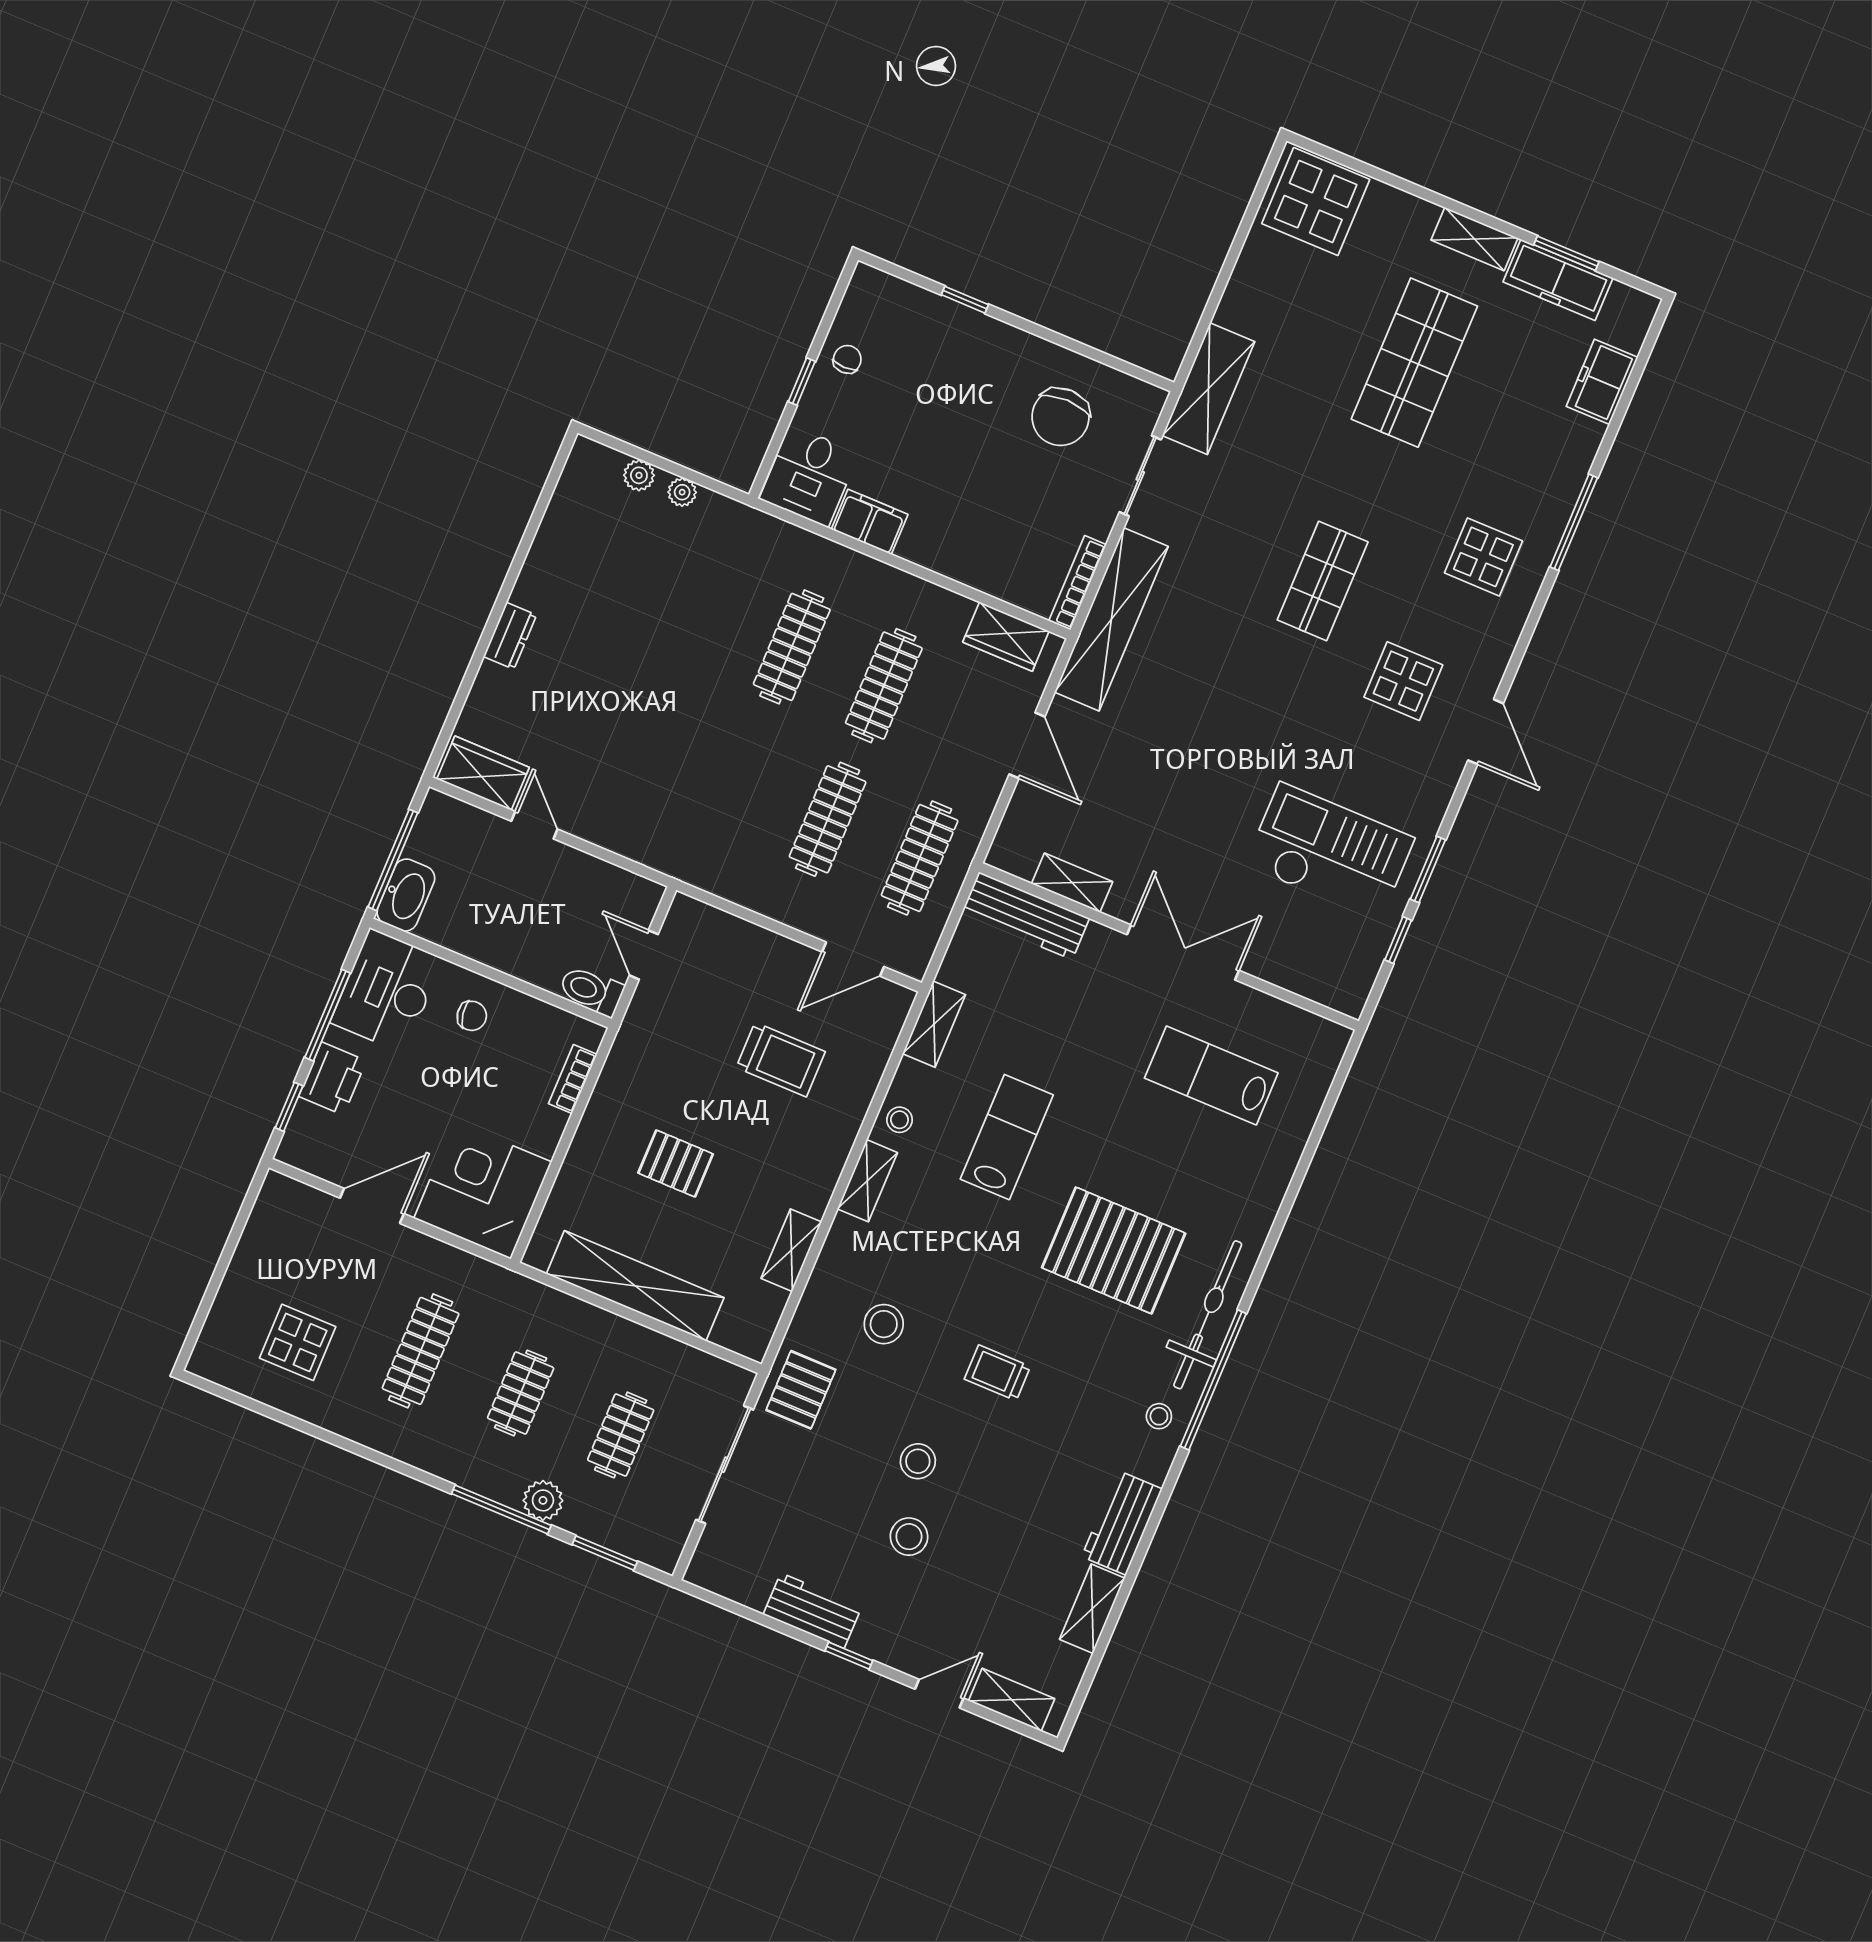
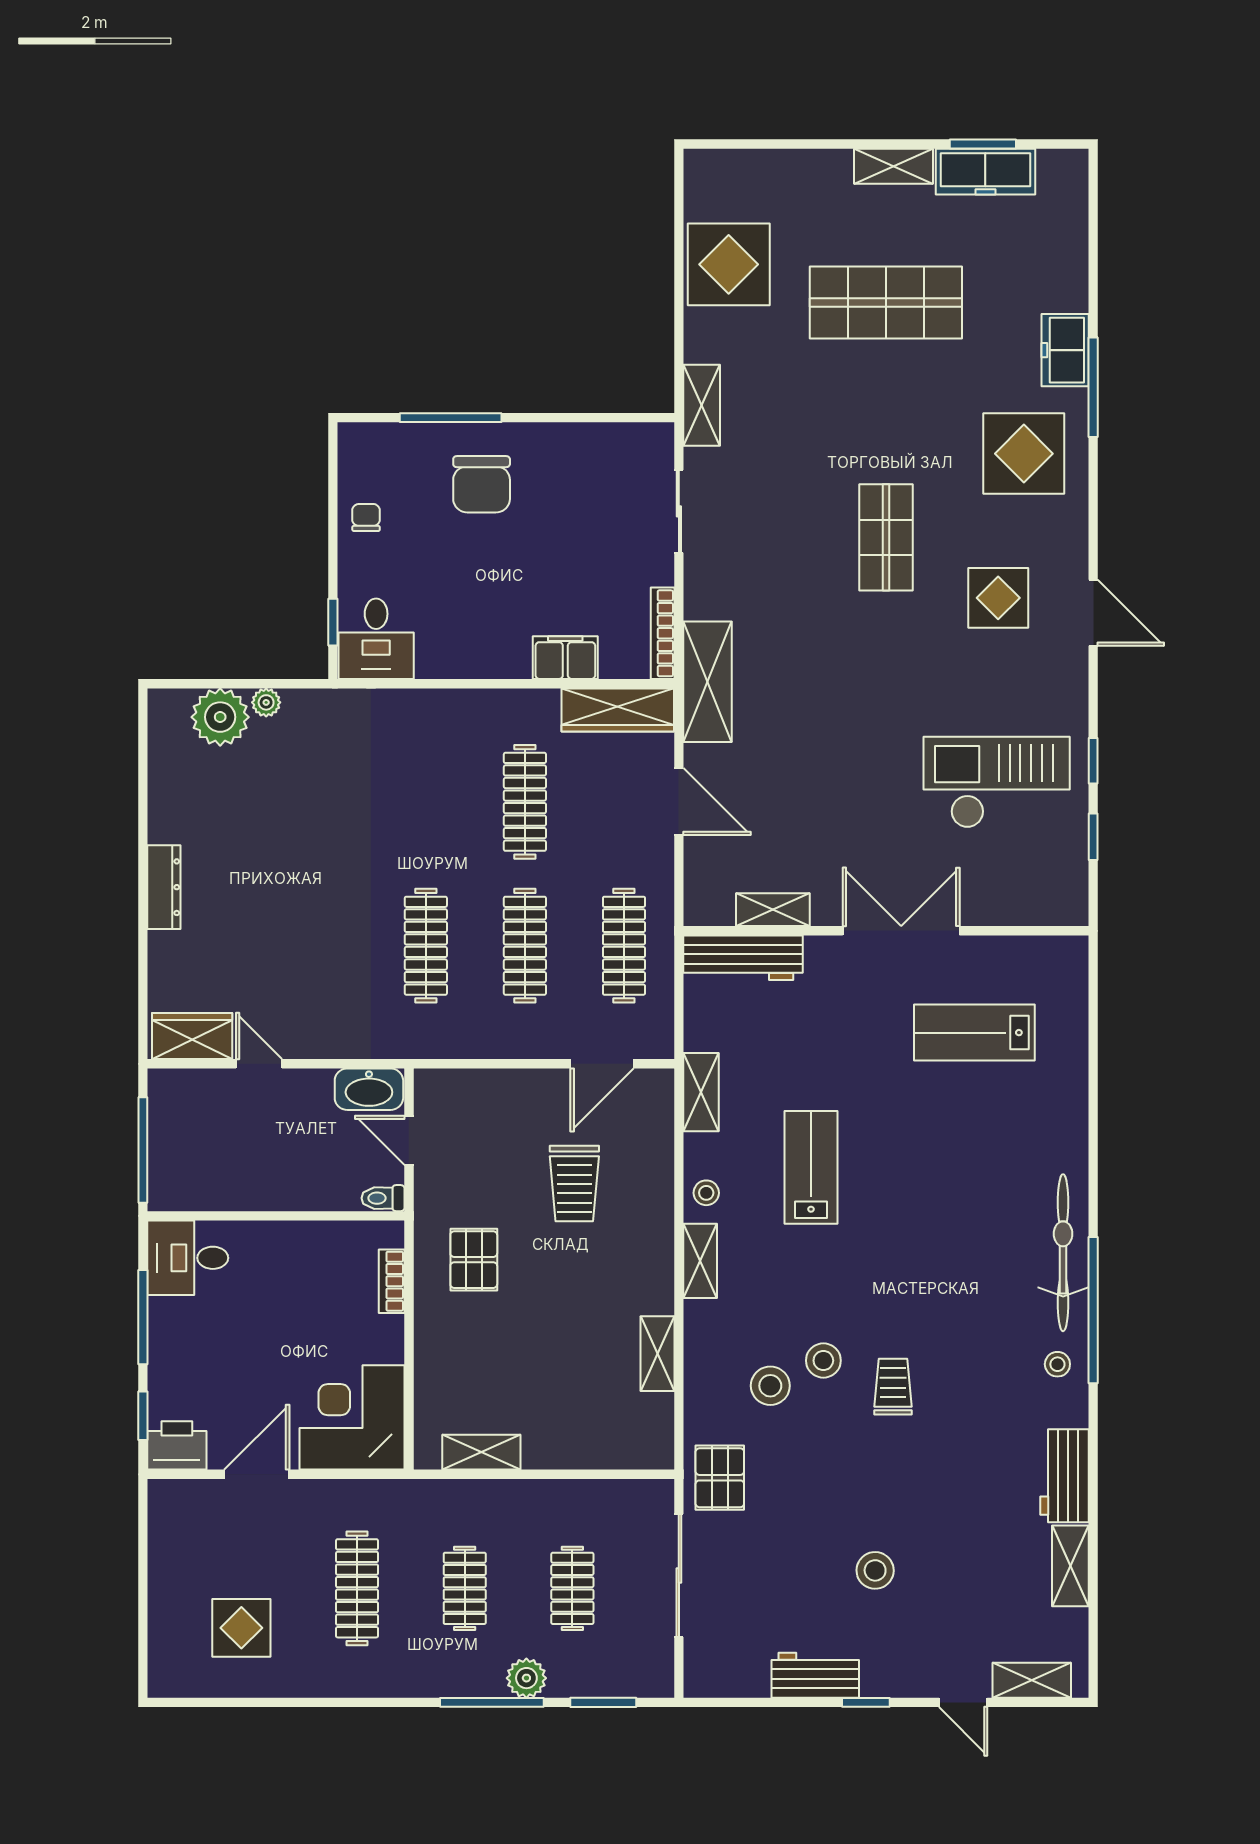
display table: (1316, 201) -> (729, 264), moved
window: (965, 300) -> (451, 418), width x2.17
shop shelf: (1414, 363) -> (886, 302), turned 90
window: (802, 382) -> (333, 622), moved
freezer: (1602, 382) -> (1065, 350), moved
shelving: (1209, 389) -> (702, 405), width x0.67, depth x0.75
chair: (1061, 417) -> (482, 484), moved
plant: (639, 475) -> (220, 717), width x1.88, depth x1.88
filing cabinet: (870, 522) -> (565, 658), moved
display table: (1483, 557) -> (1024, 454), width x1.36, depth x1.36
shelving: (1111, 619) -> (708, 682), width x0.68
dresser: (510, 636) -> (164, 887), width x1.44
wardrobe: (1006, 637) -> (618, 710), width x1.50
clothes rail: (792, 647) -> (426, 946), moved
window: (1428, 869) -> (1093, 761), width x0.67
washbasin: (406, 895) -> (369, 1089), moved, turned 90
desk: (387, 991) -> (188, 1258), width x0.73
toilet: (591, 991) -> (383, 1198), width x0.73, depth x0.72
chair: (472, 1016) -> (275, 1262), removed
trolley: (781, 1060) -> (574, 1183), turned 90
printer: (333, 1078) -> (177, 1445), moved, turned -90
pallet: (676, 1164) -> (474, 1260), moved, turned 90
pallet: (1114, 1250) -> (952, 1230), removed
shelving: (635, 1286) -> (481, 1452), width x0.45, depth x0.75
trolley: (997, 1373) -> (893, 1387), turned 90
stool: (918, 1461) -> (823, 1361), moved
door: (939, 1694) -> (963, 1702), swing flipped

